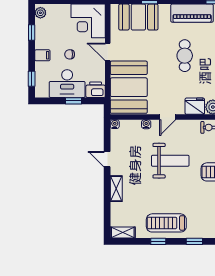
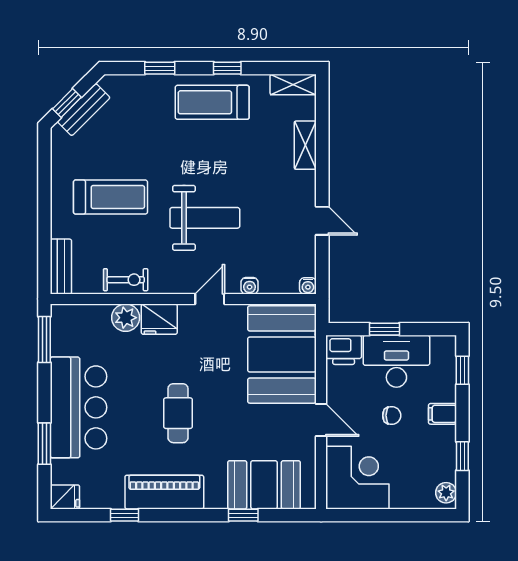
weight bench: (170, 161) -> (205, 218), turned 180
shelving: (116, 189) -> (305, 145), moved
treadmill: (166, 223) -> (212, 102), turned 180

